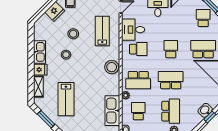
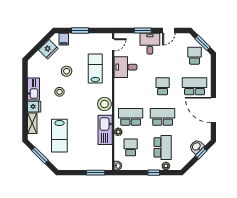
school desk: (138, 49) -> (131, 86), removed
school desk: (138, 80) -> (131, 117), turned 180
kitchen sink: (112, 111) -> (105, 130), moved

